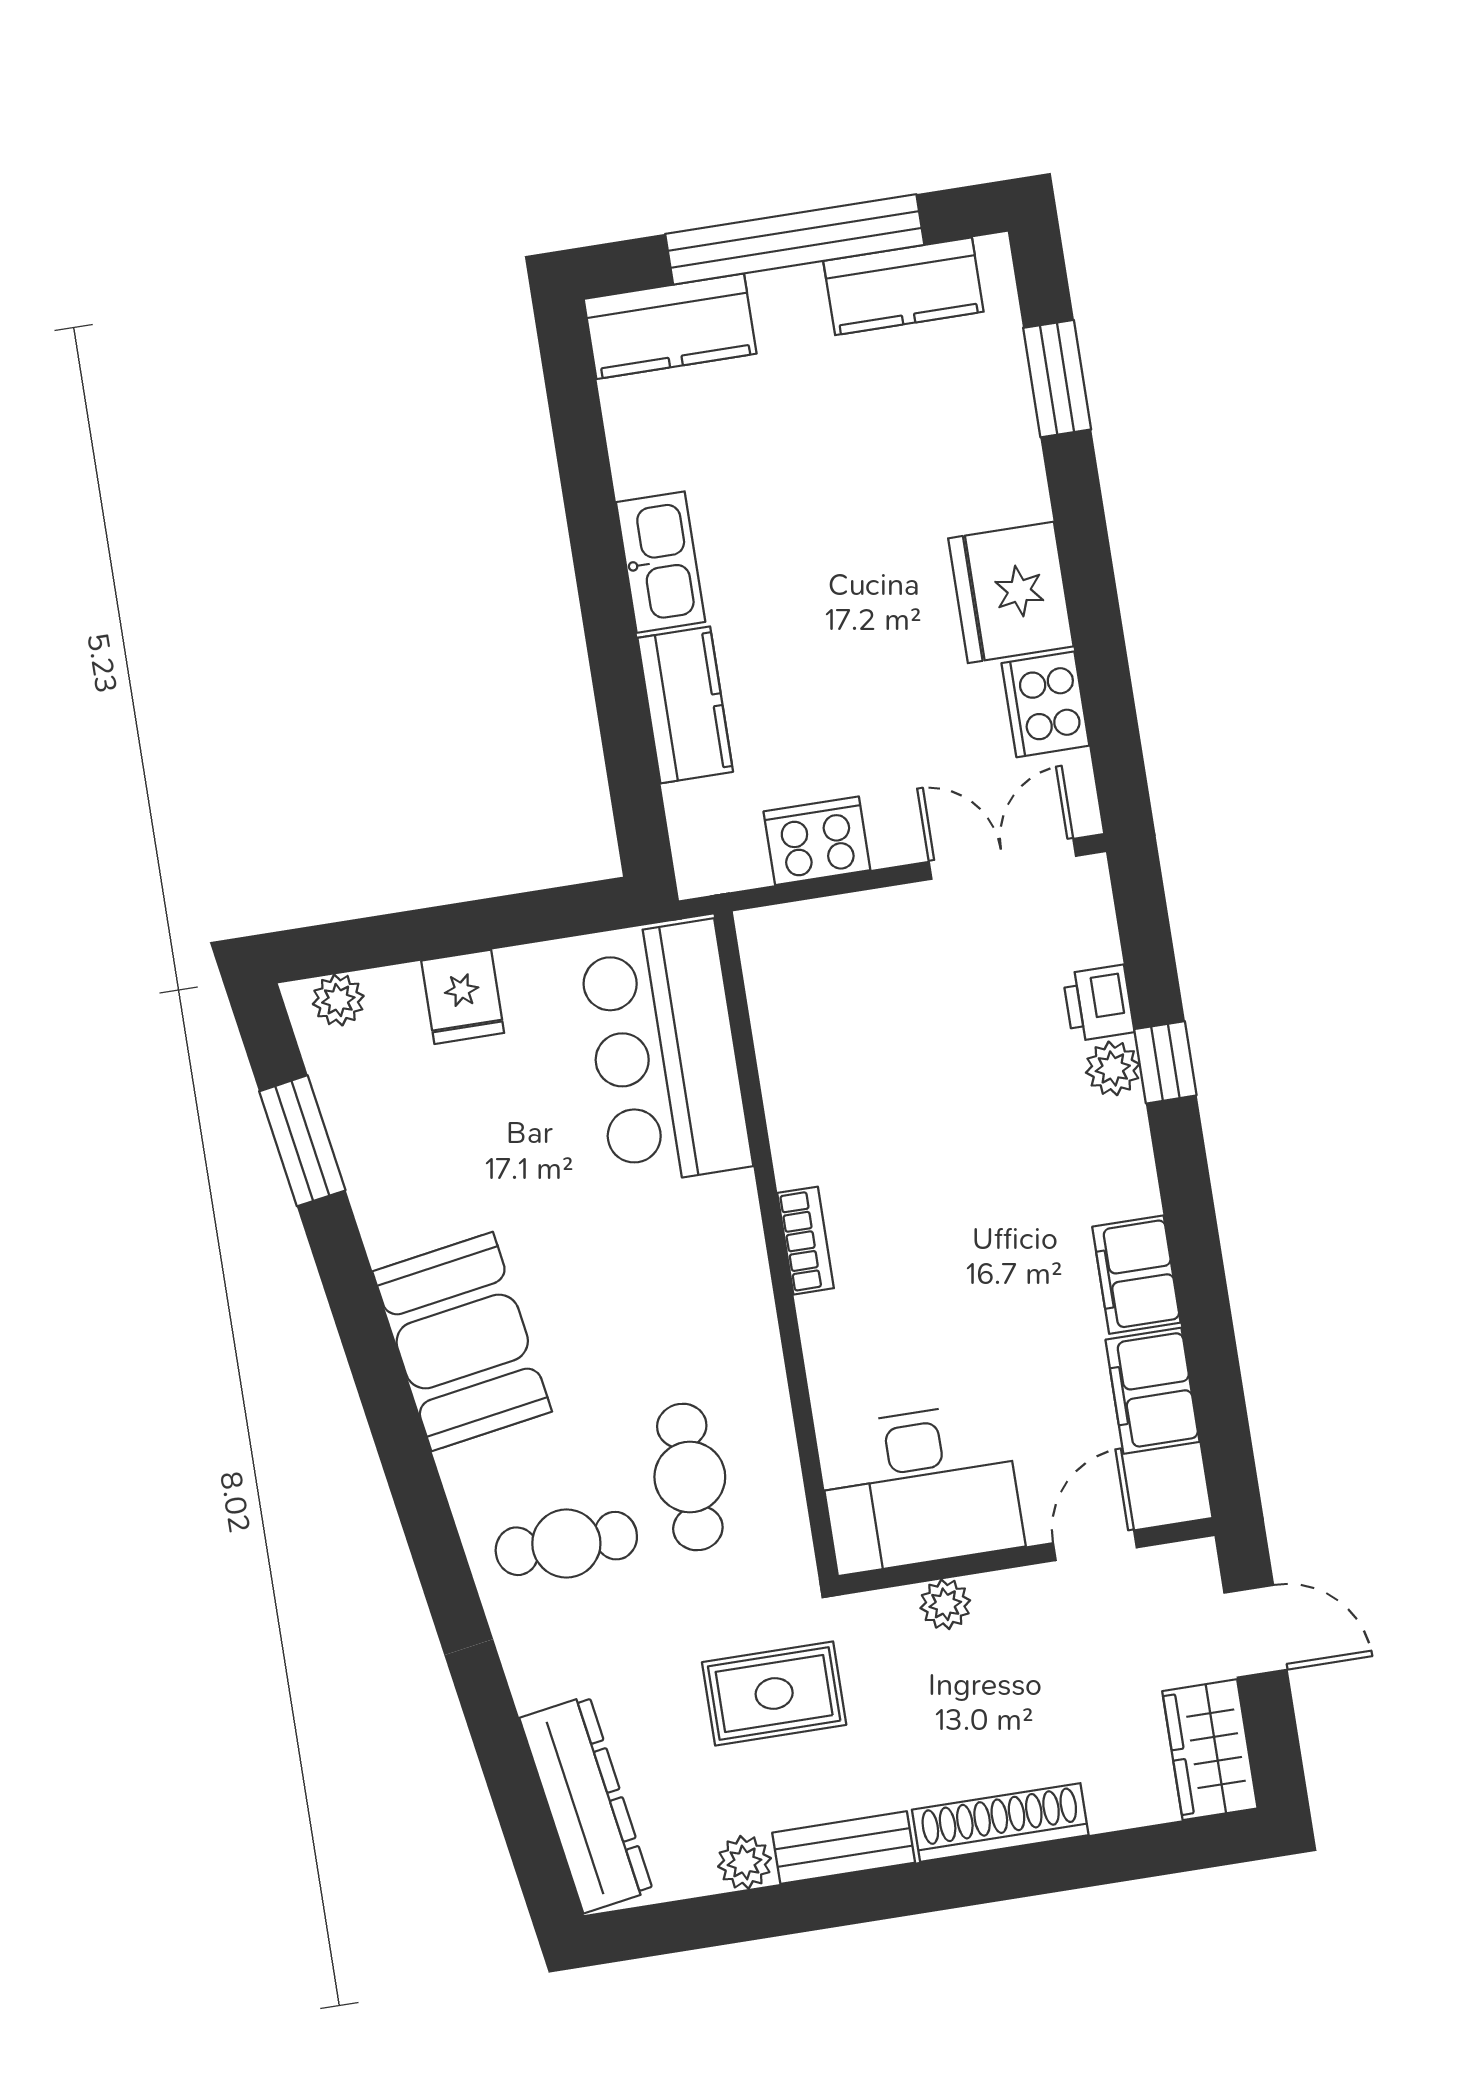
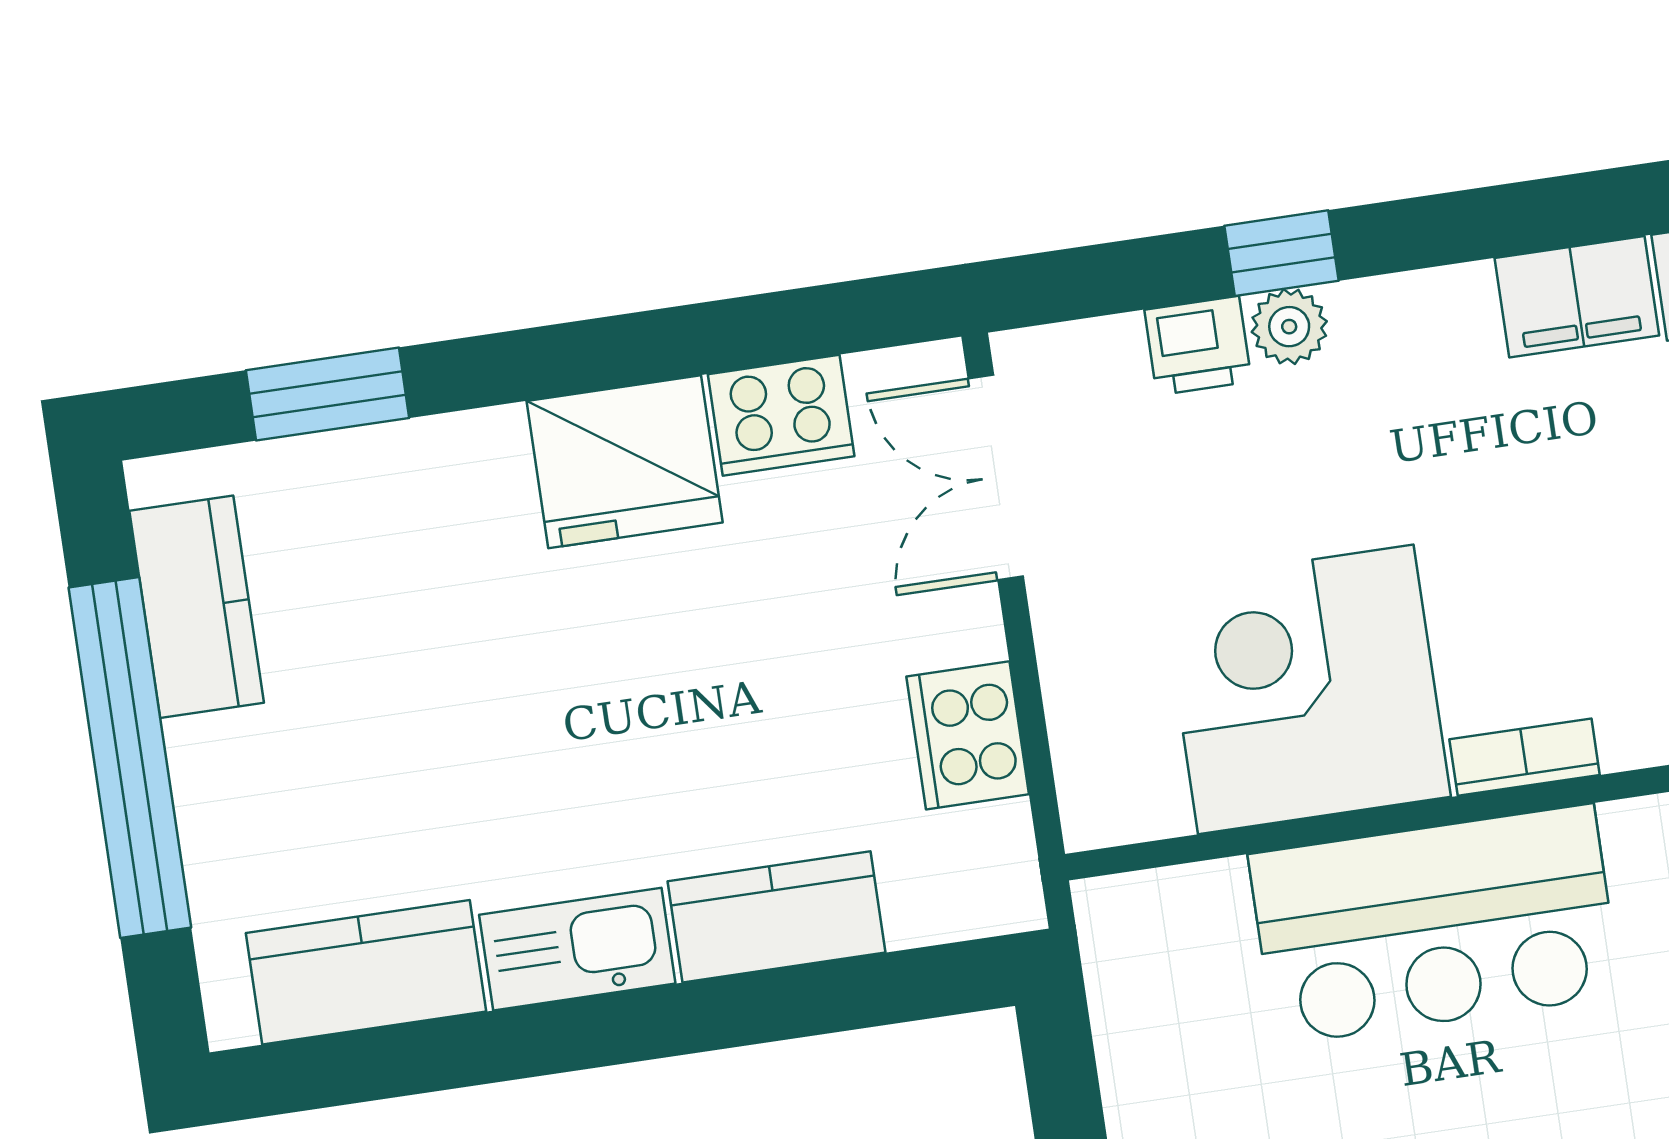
kitchen counter: (670, 326) -> (366, 972), moved, turned -90
bar counter: (665, 1053) -> (1435, 925), moved
corner desk: (853, 1083) -> (1306, 689), added

